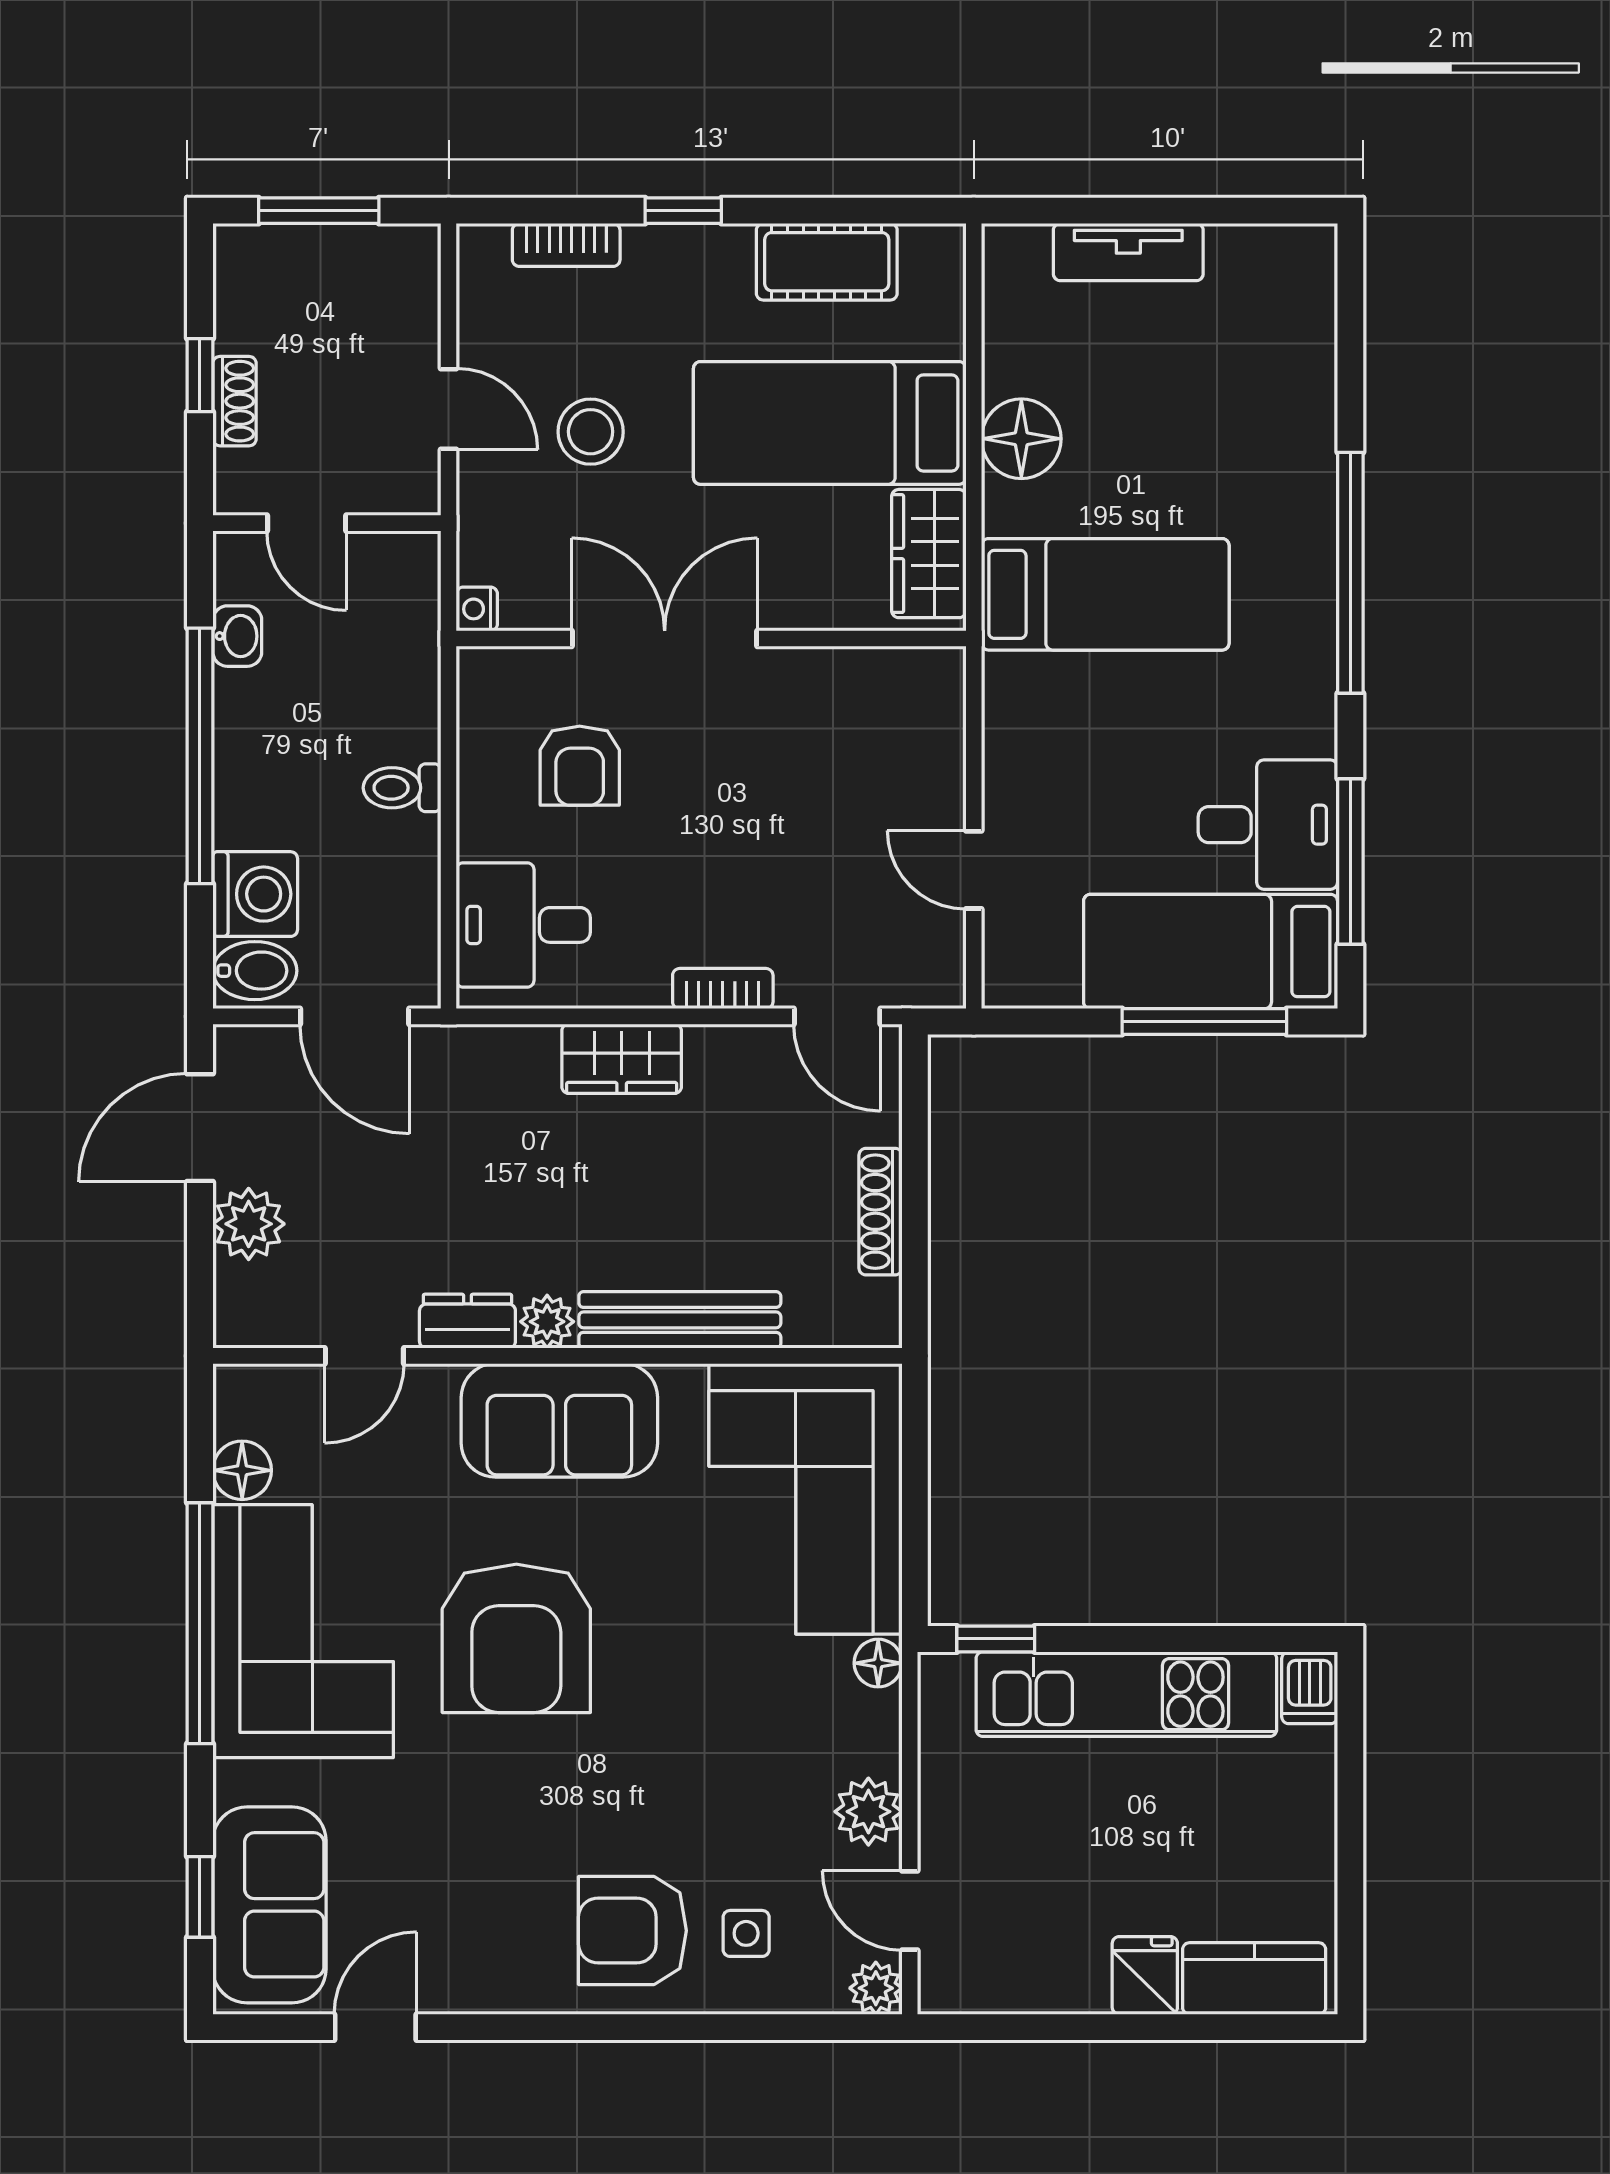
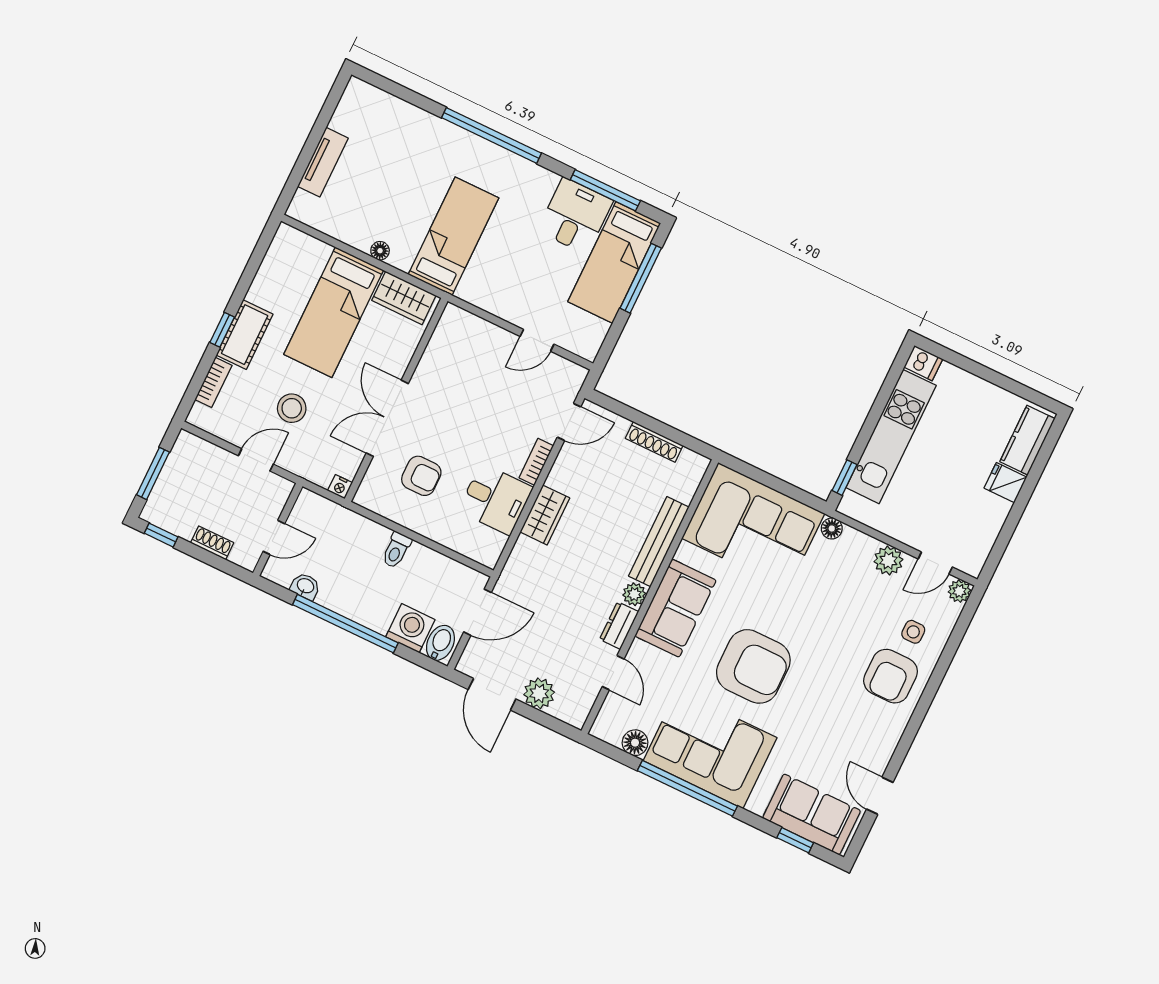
cot: (827, 262) -> (245, 335), moved
window: (200, 375) -> (161, 535), moved
floor lamp: (1021, 439) -> (380, 251), width x0.53, depth x0.53
desk: (523, 925) -> (496, 499), moved, turned -90

